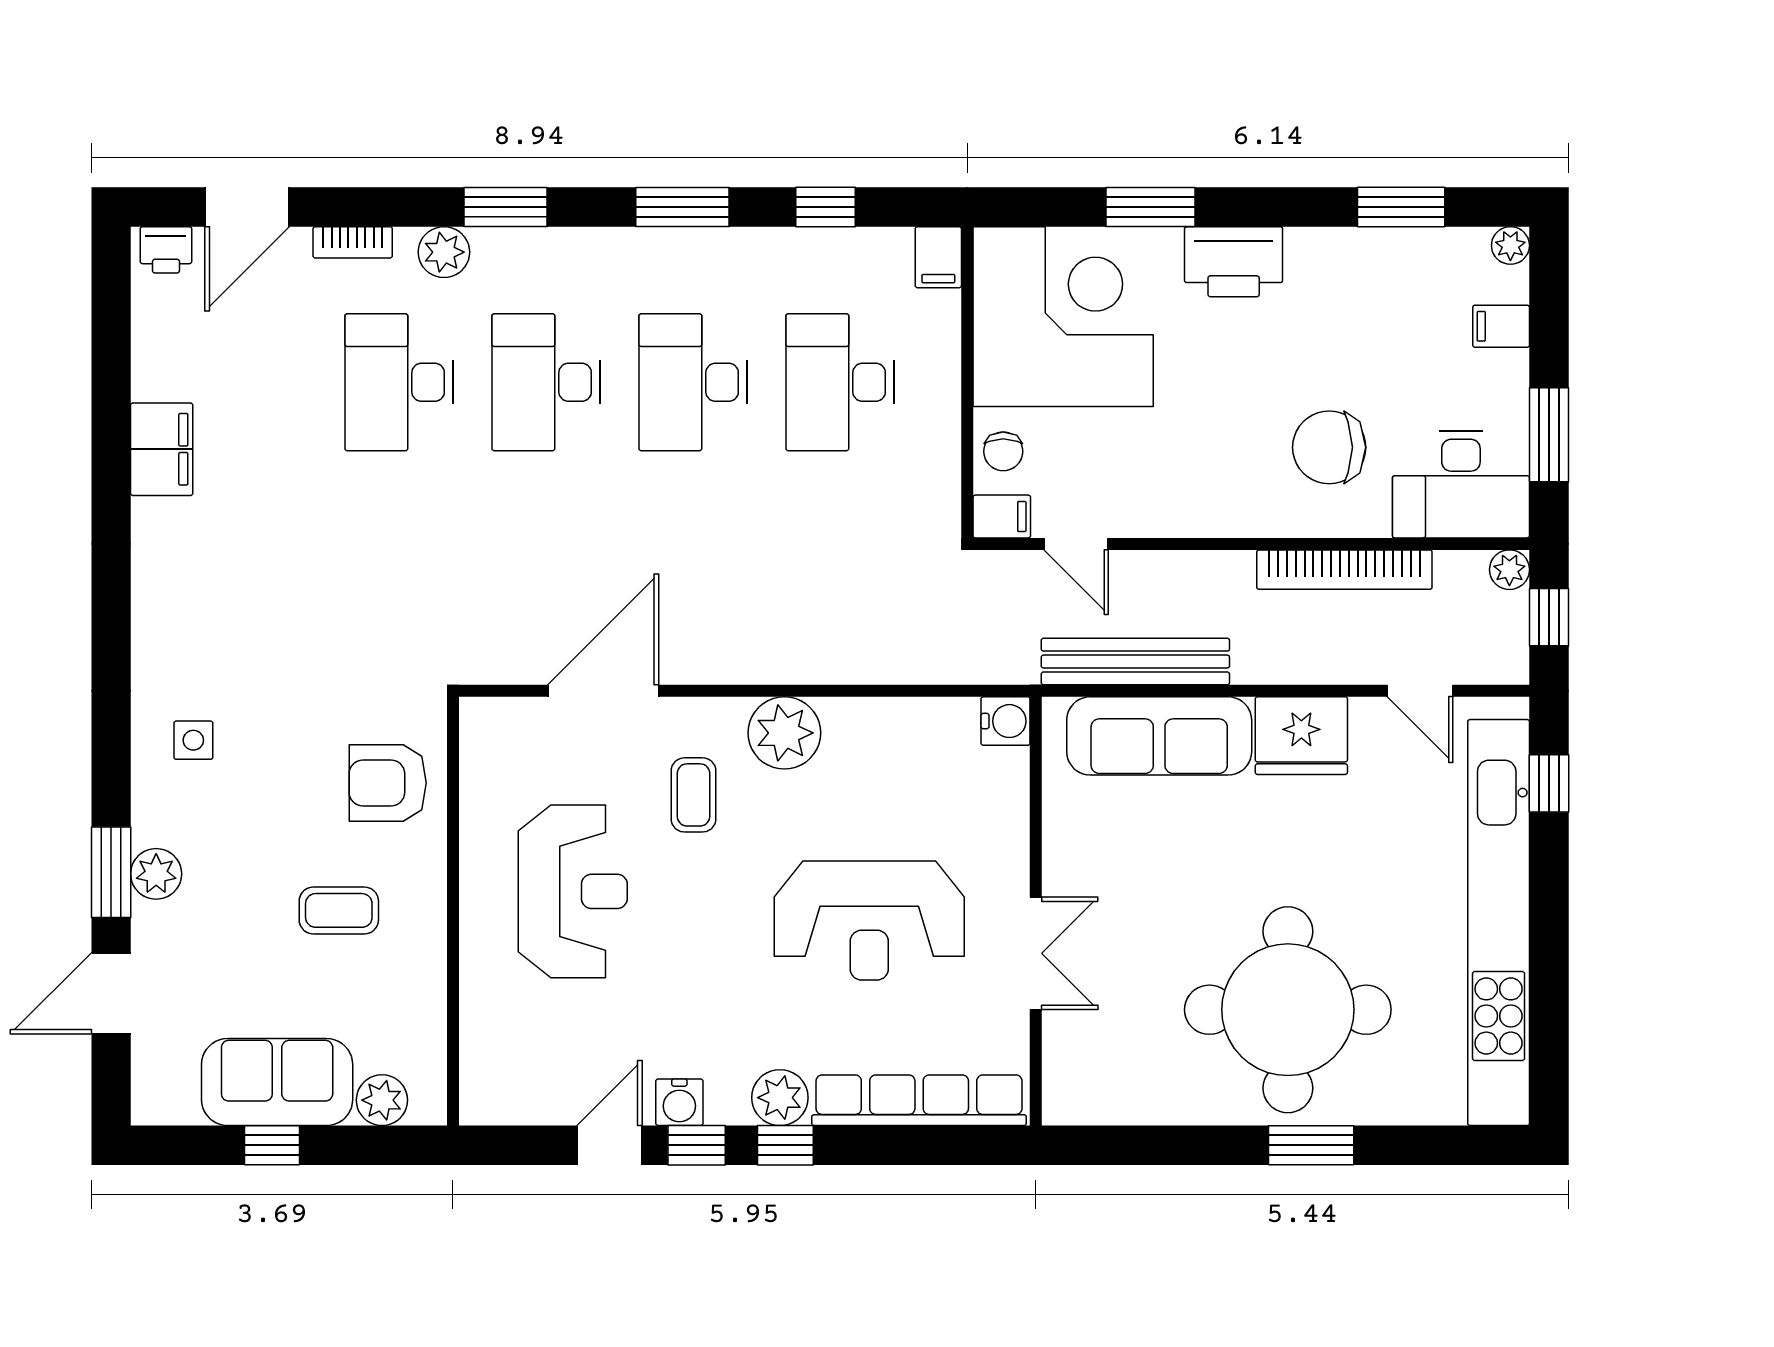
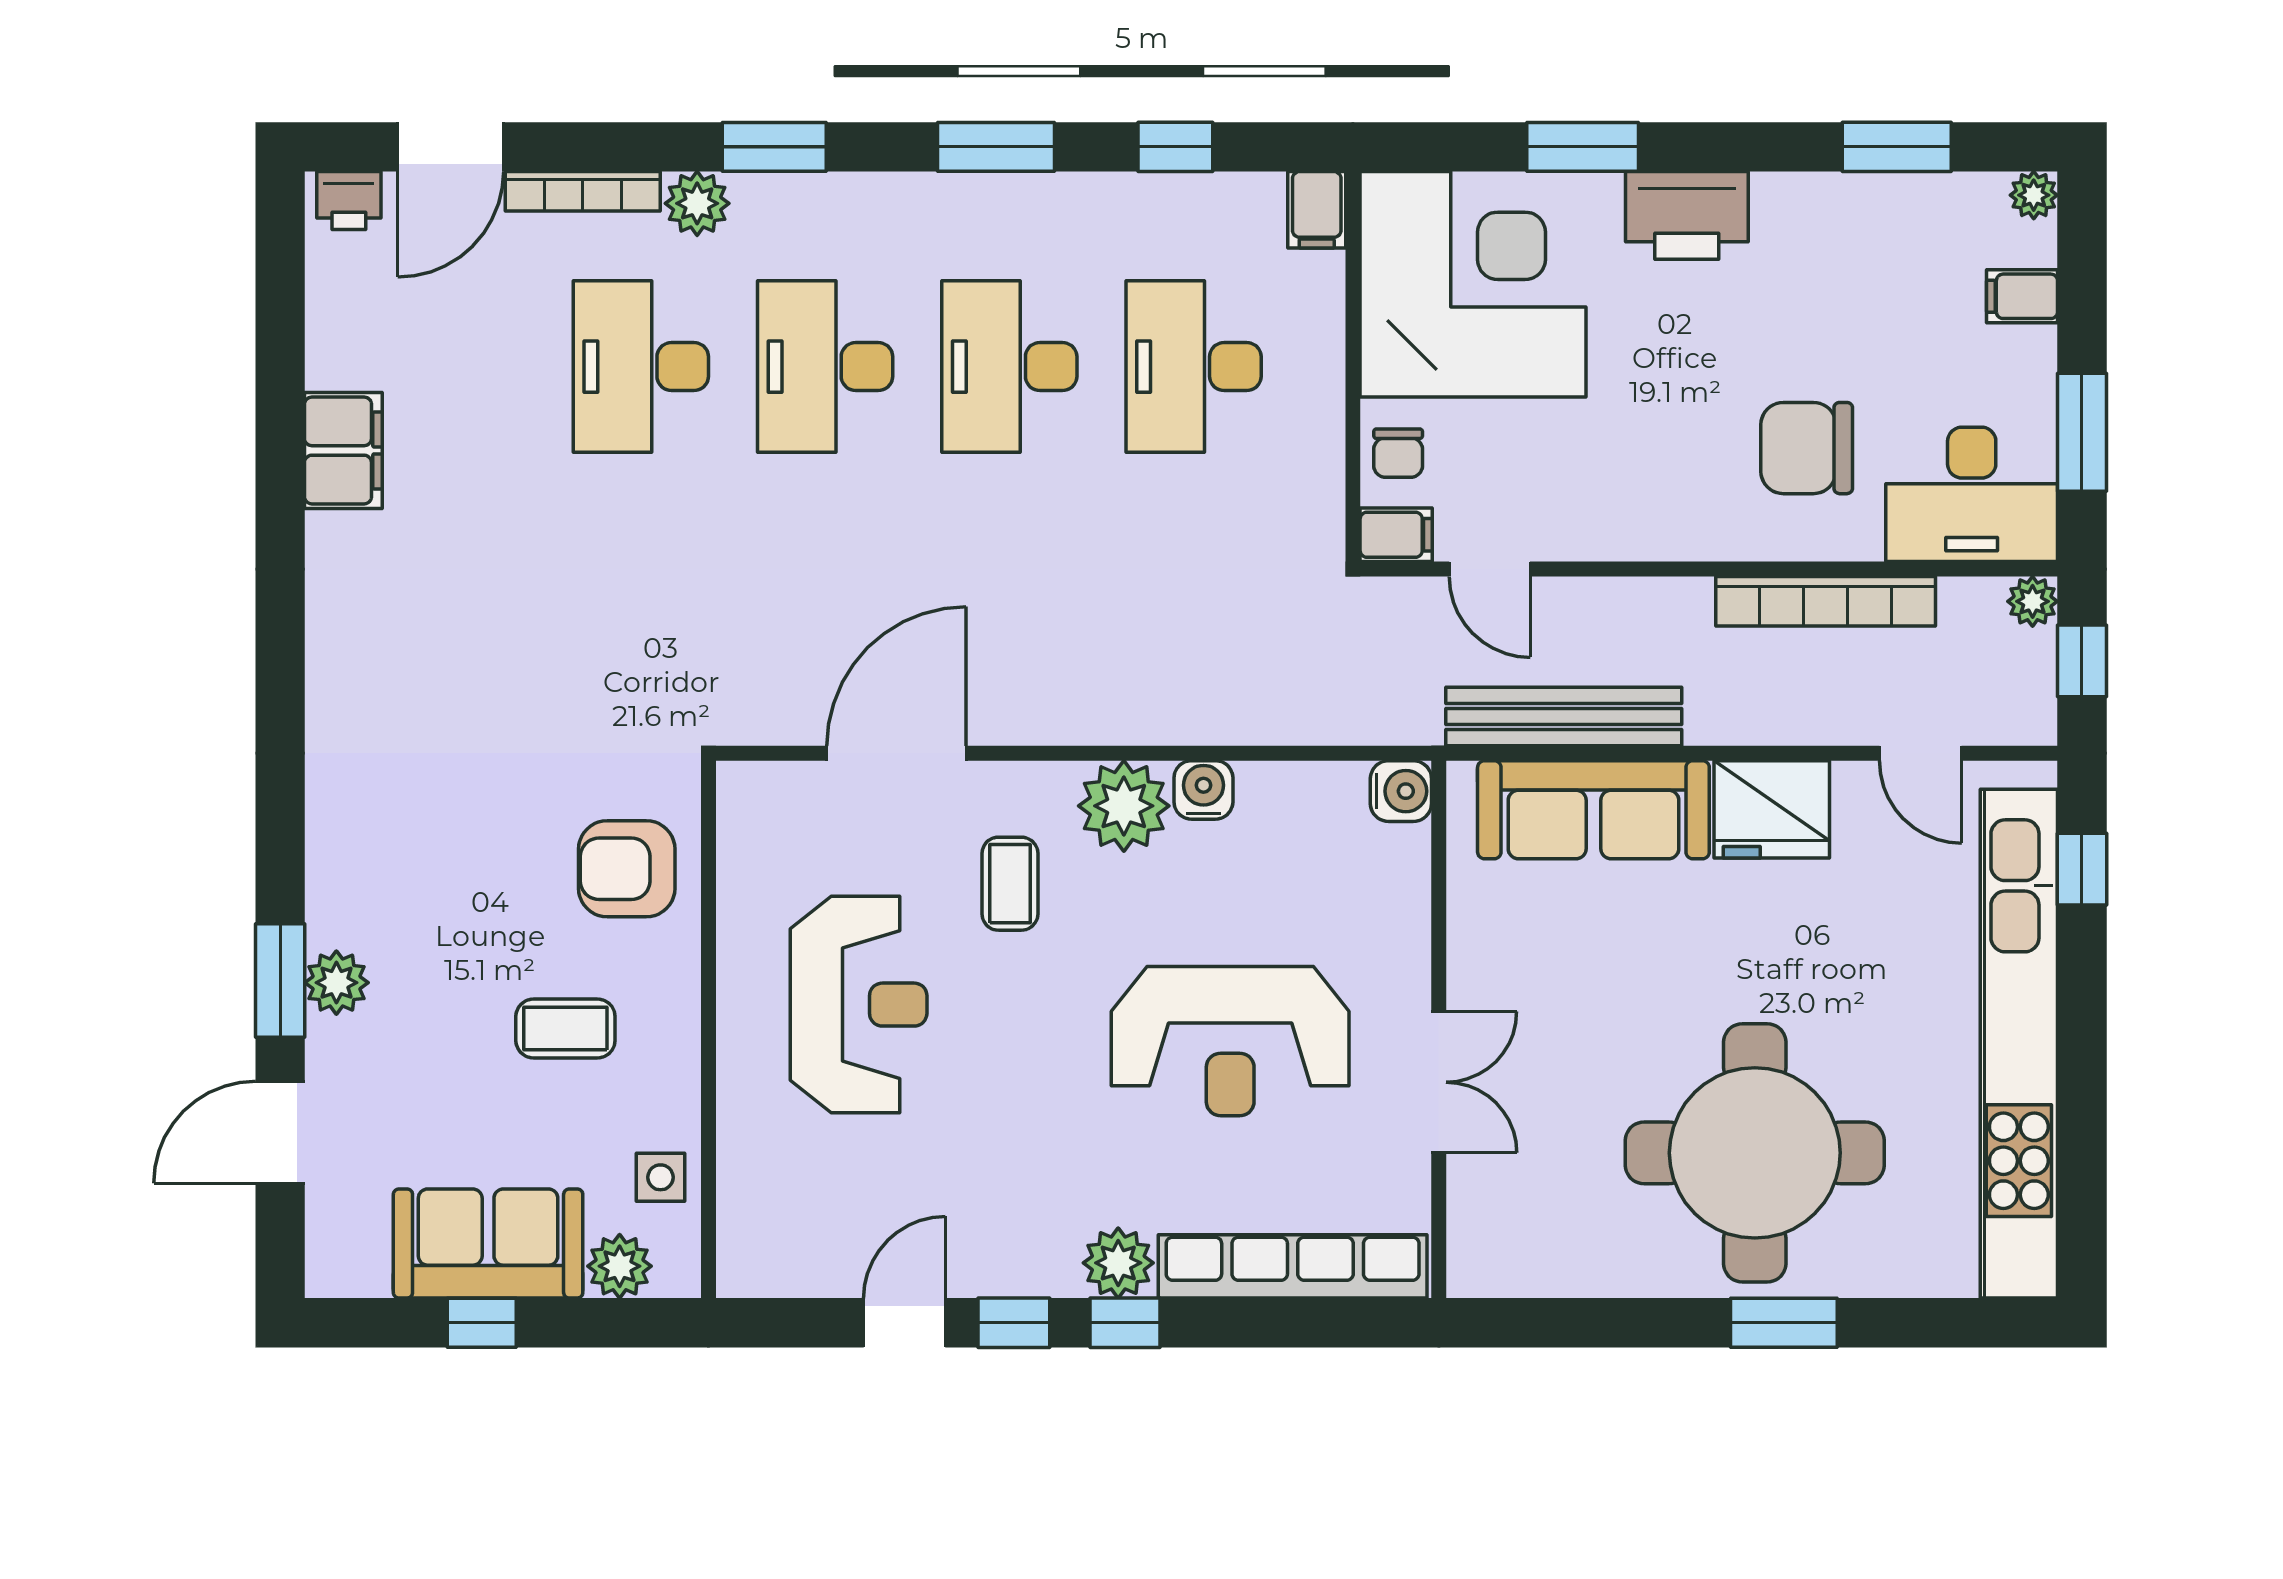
bookcase: (353, 242) -> (583, 191), width x1.56
side table: (193, 740) -> (660, 1177), moved
water cooler: (679, 1102) -> (1203, 790), moved, turned 180

